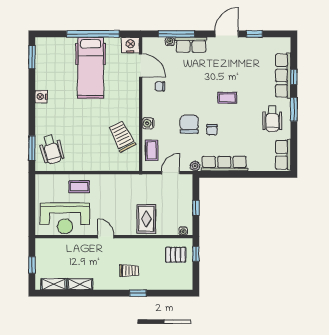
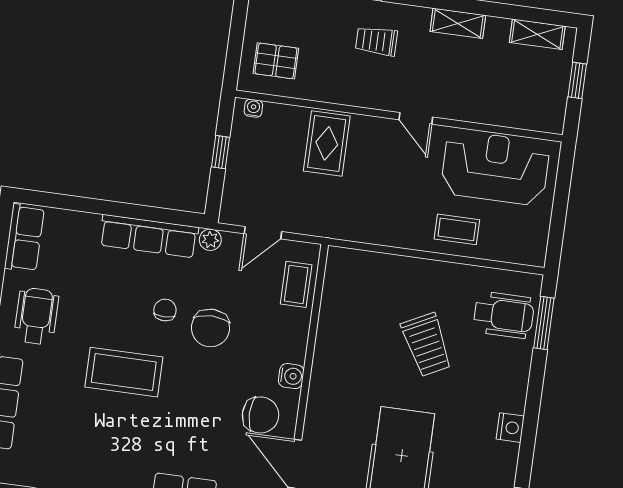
chair: (160, 86) -> (261, 415), width x1.87, depth x1.87
coffee table: (227, 98) -> (124, 372), width x1.86, depth x1.72
water cooler: (148, 123) -> (291, 376), moved
trolley: (122, 136) -> (427, 345), moved
wheelchair: (51, 149) -> (504, 315), turned 105
window: (196, 254) -> (233, 57), removed
shelving: (80, 284) -> (458, 23), moved

